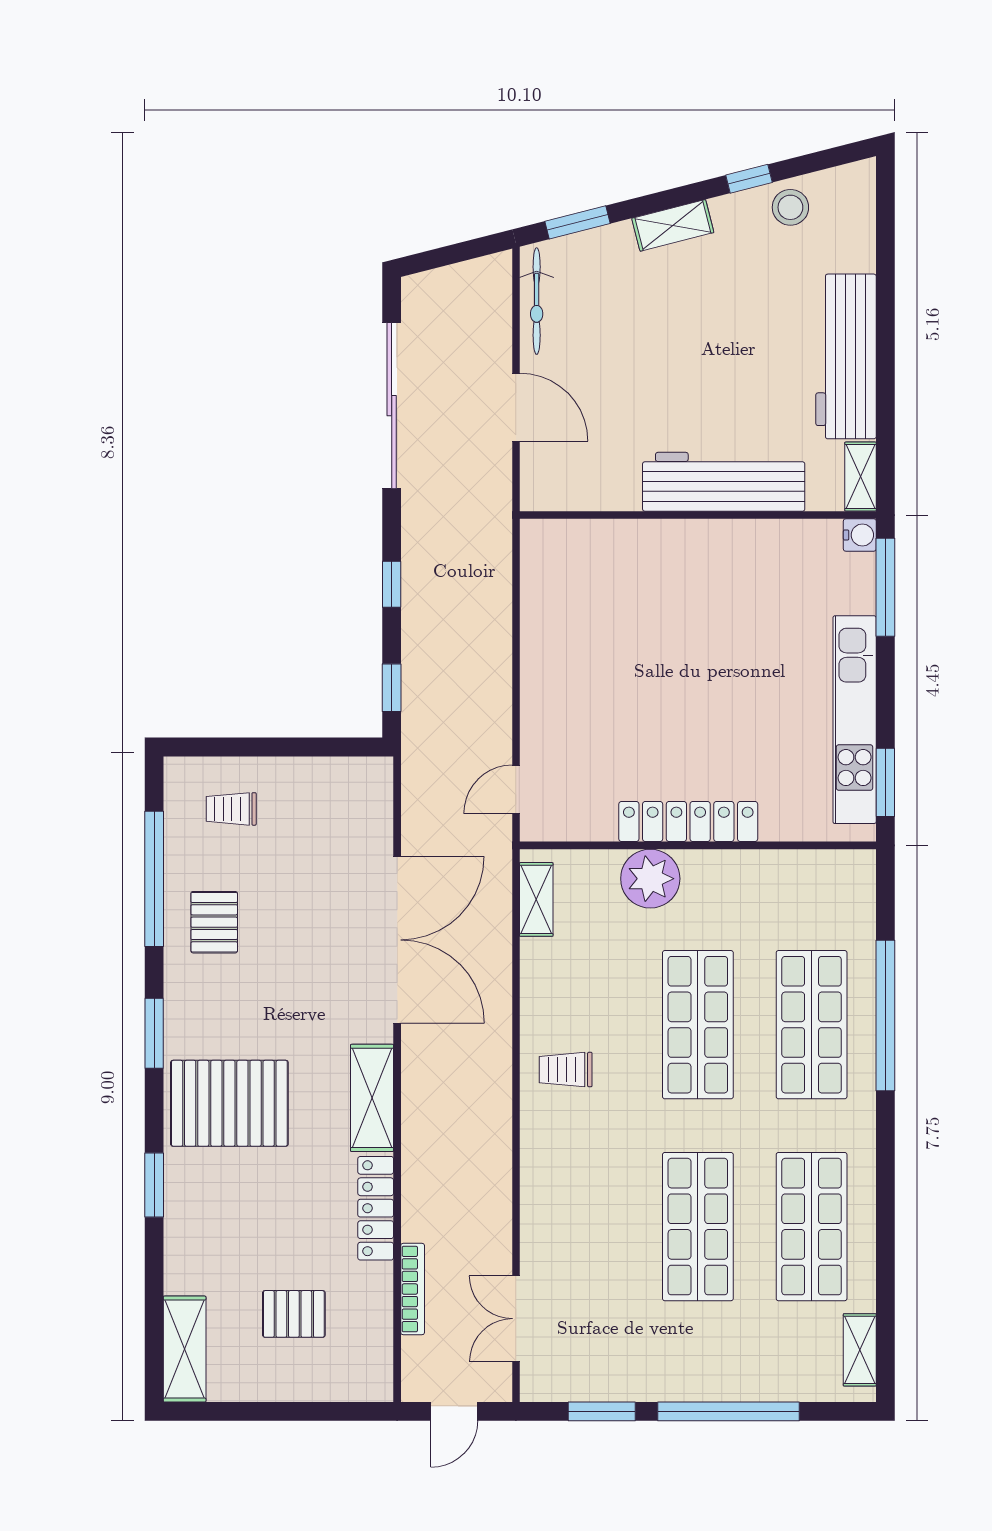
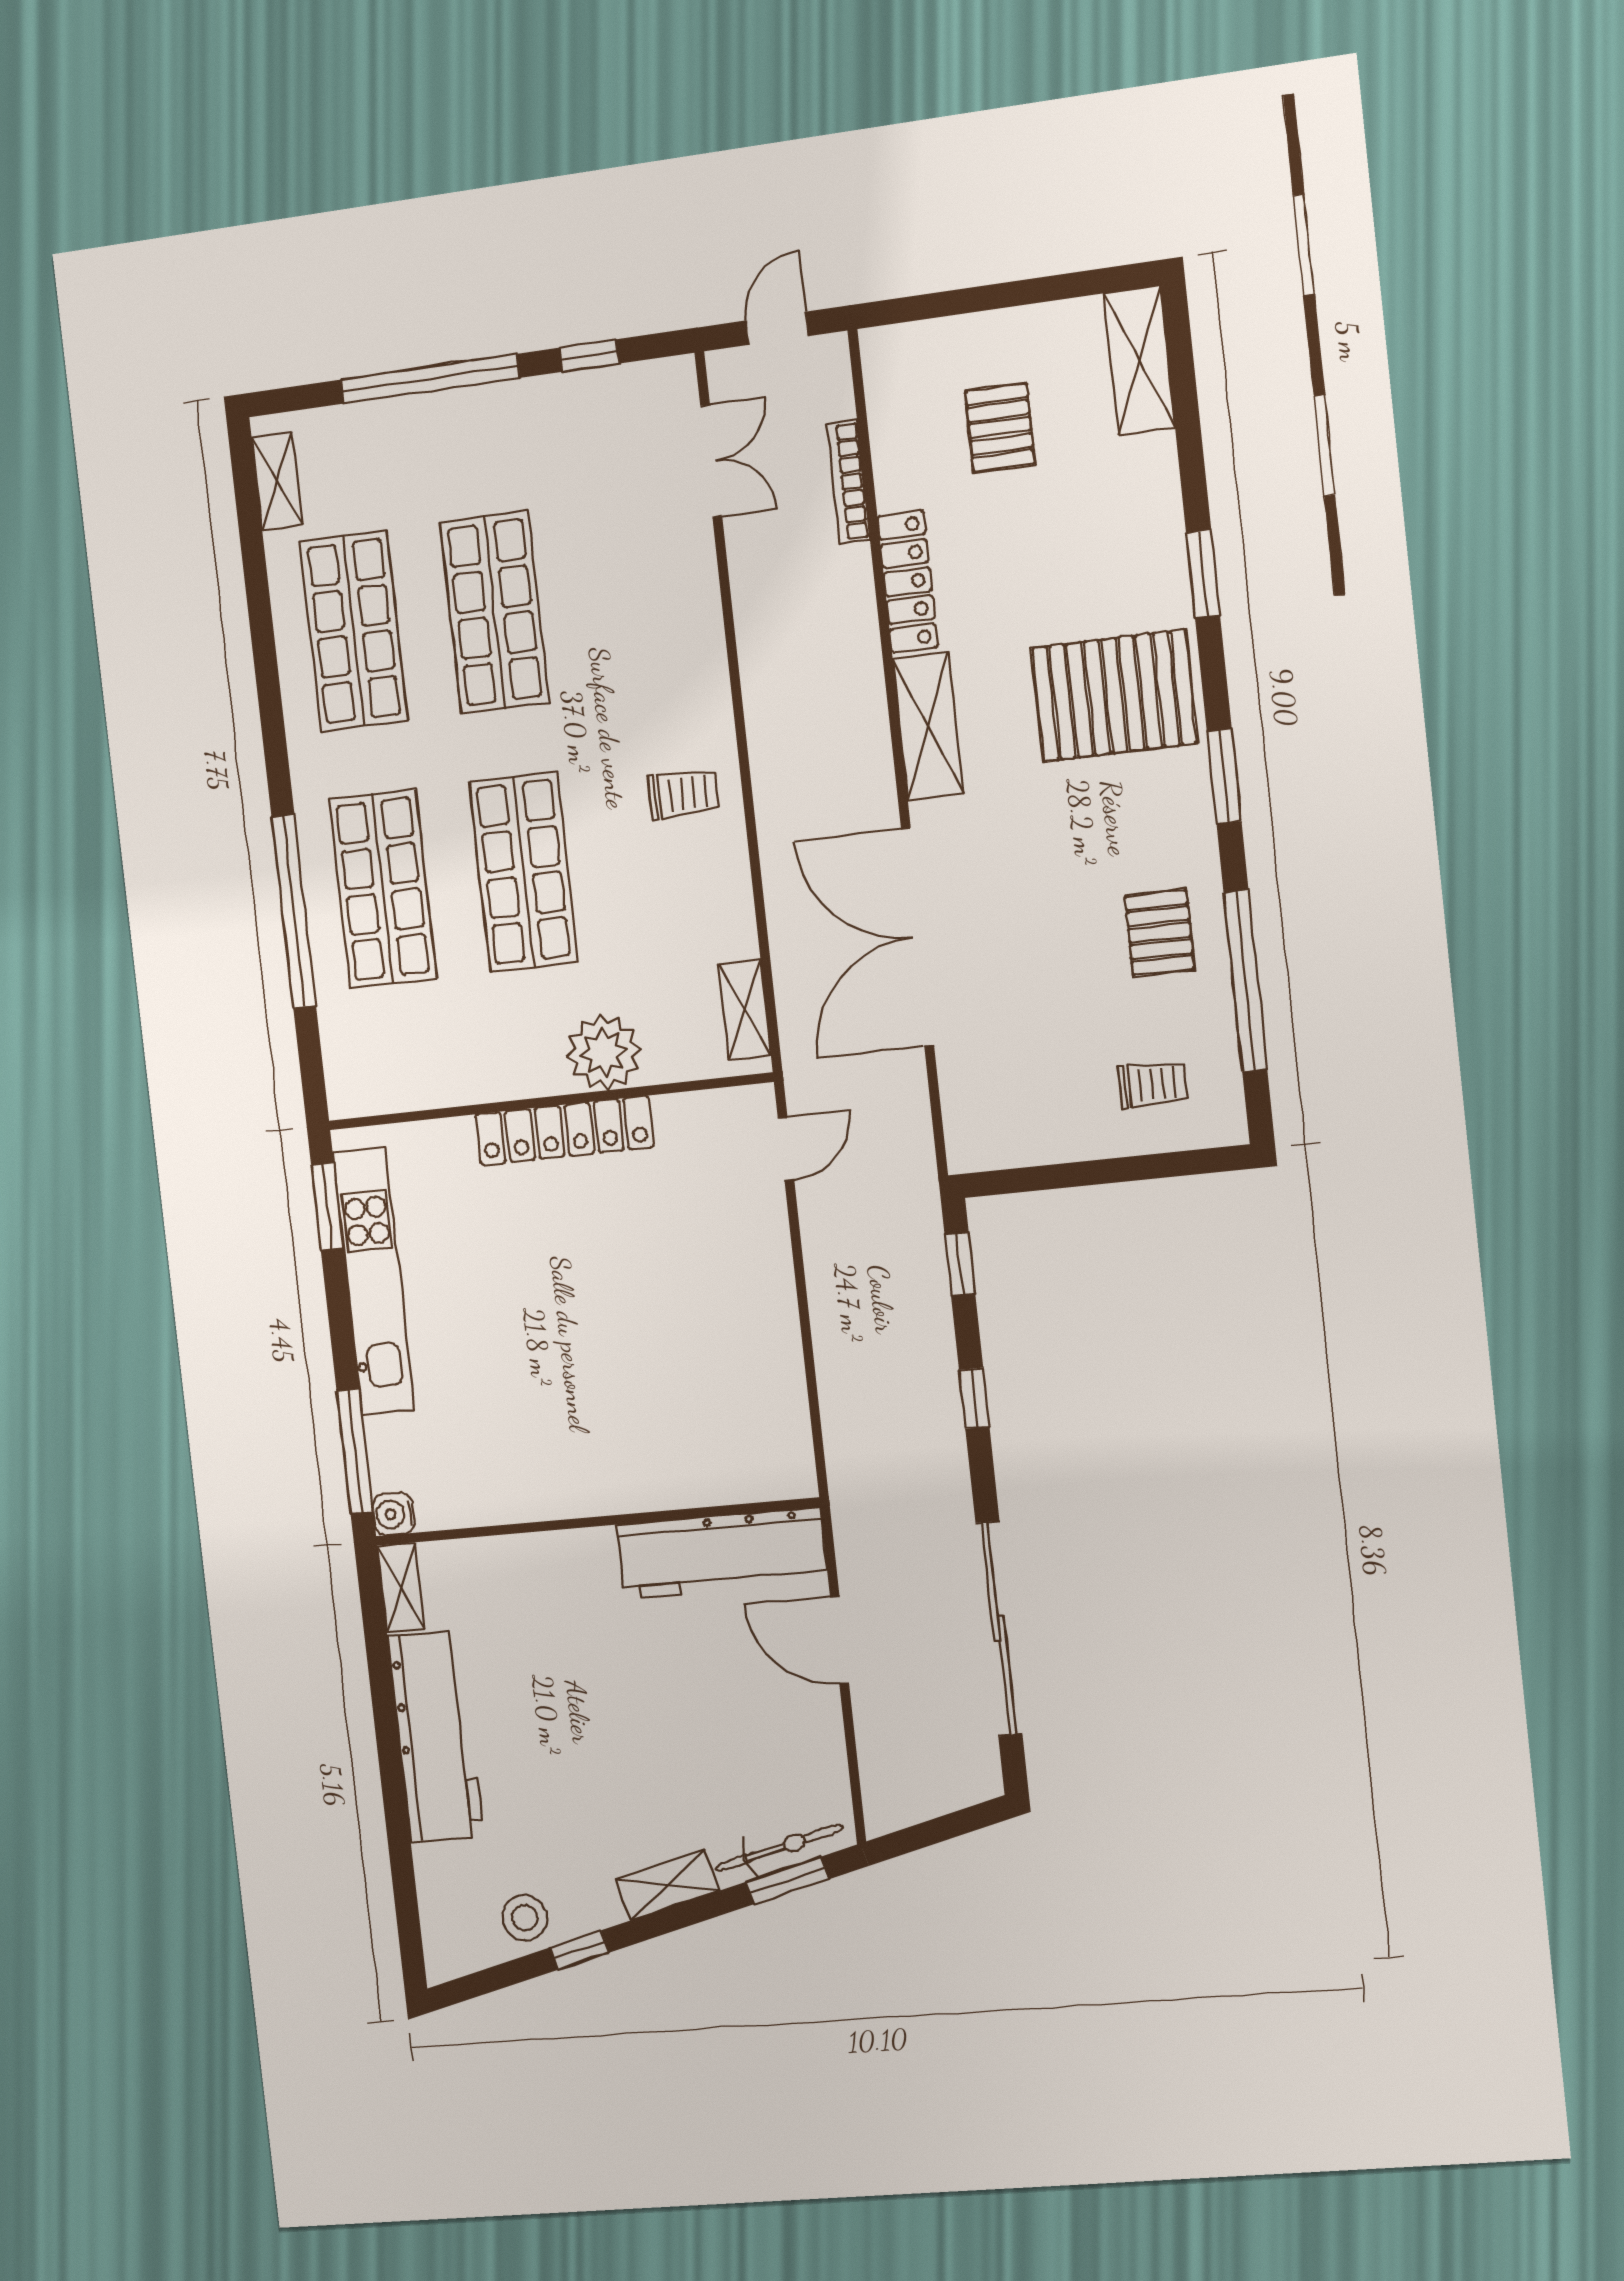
bicycle: (537, 301) -> (779, 1848), moved, turned 76
workbench: (724, 482) -> (722, 1553), moved
pallet: (294, 1314) -> (1000, 427), turned 90
window: (602, 1411) -> (589, 356), width x0.67

